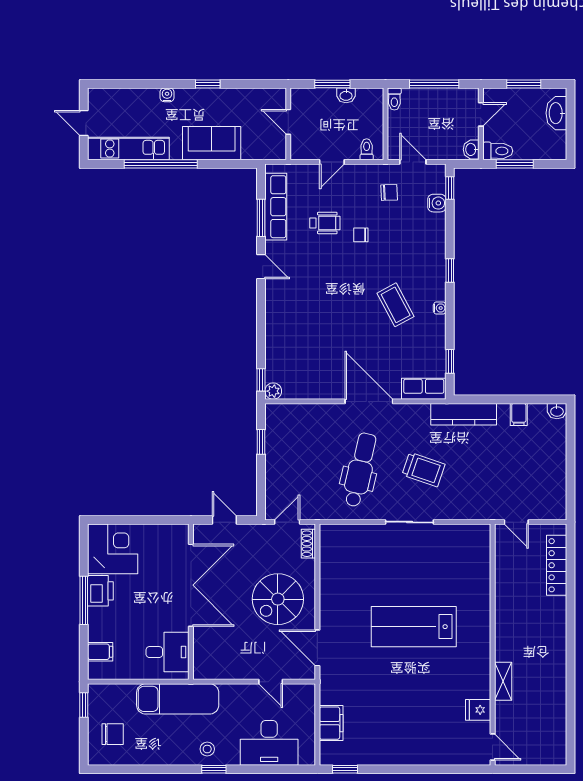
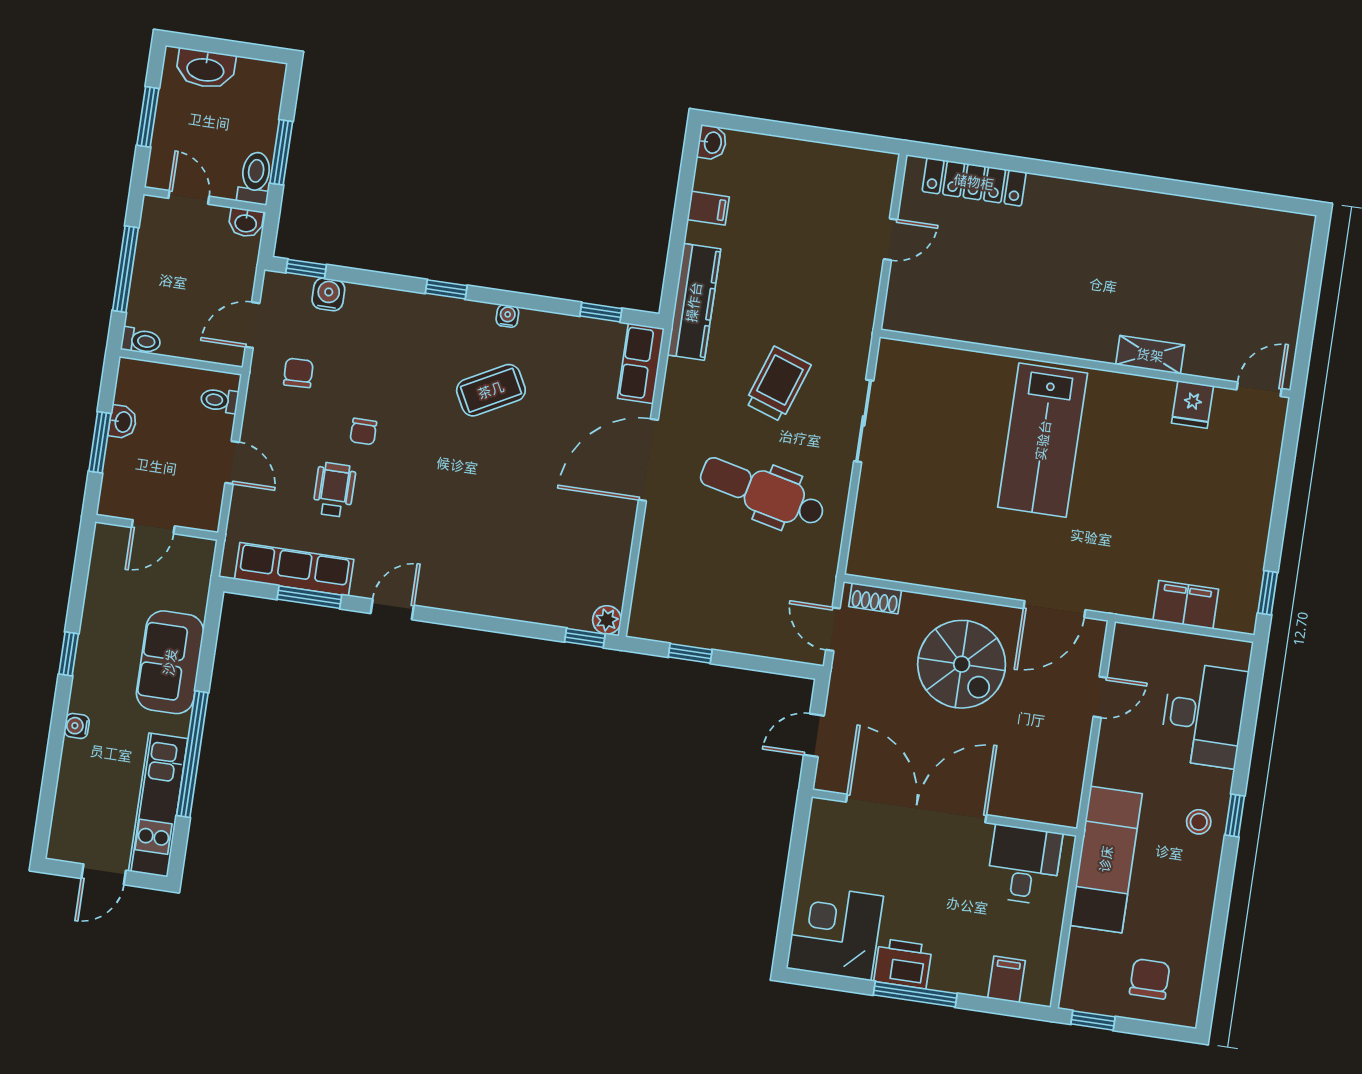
wall: (493, 645) -> (1085, 363), moved
shelving: (503, 681) -> (1150, 355), moved
fridge: (478, 710) -> (1192, 404), moved
door: (493, 747) -> (1259, 389), moved

